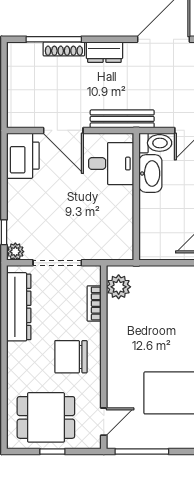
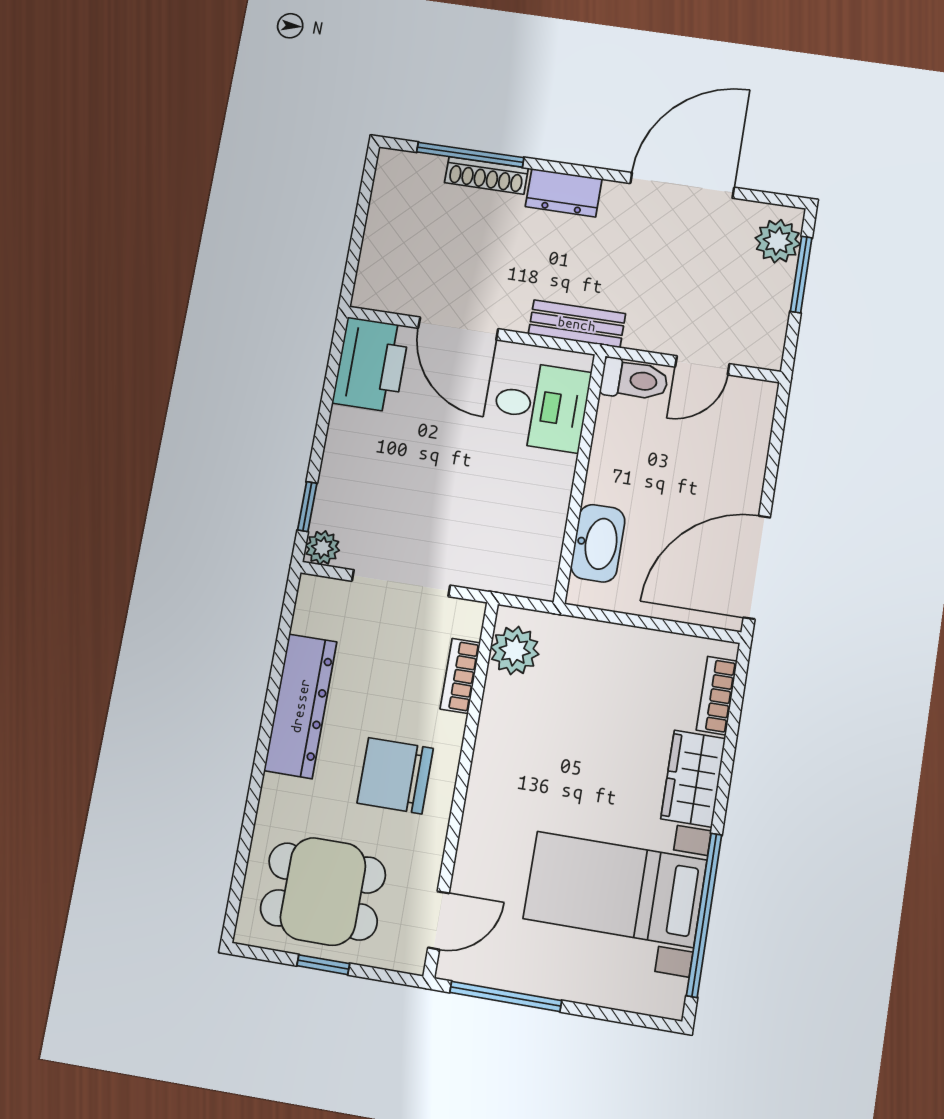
bench: (122, 119) -> (577, 324), width x0.73
washbasin: (150, 173) -> (598, 543), moved
dresser: (19, 307) -> (300, 706), moved

